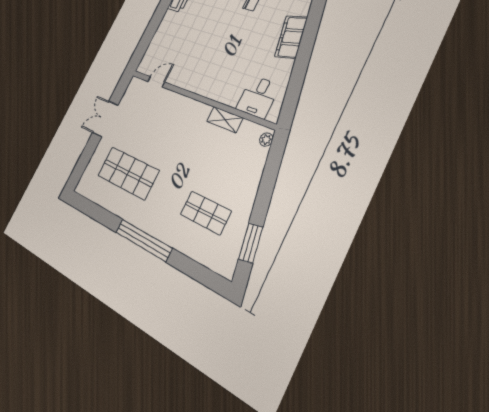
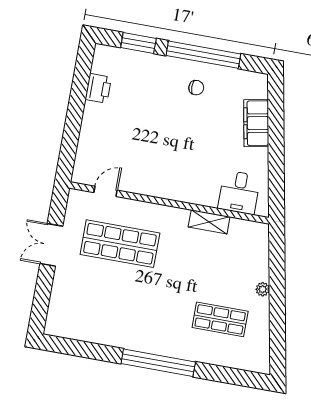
plant: (266, 140) -> (263, 289), moved
shop shelf: (128, 173) -> (120, 244), moved
window: (251, 243) -> (277, 336), removed

